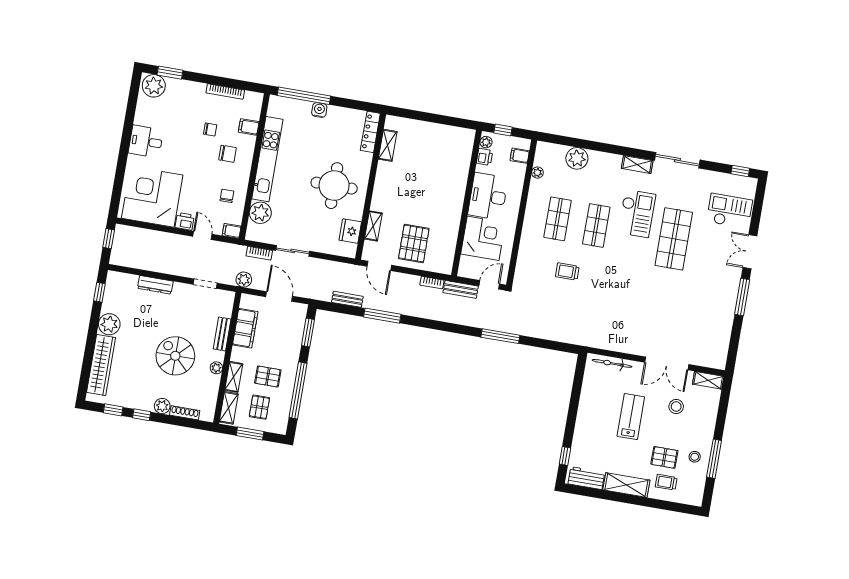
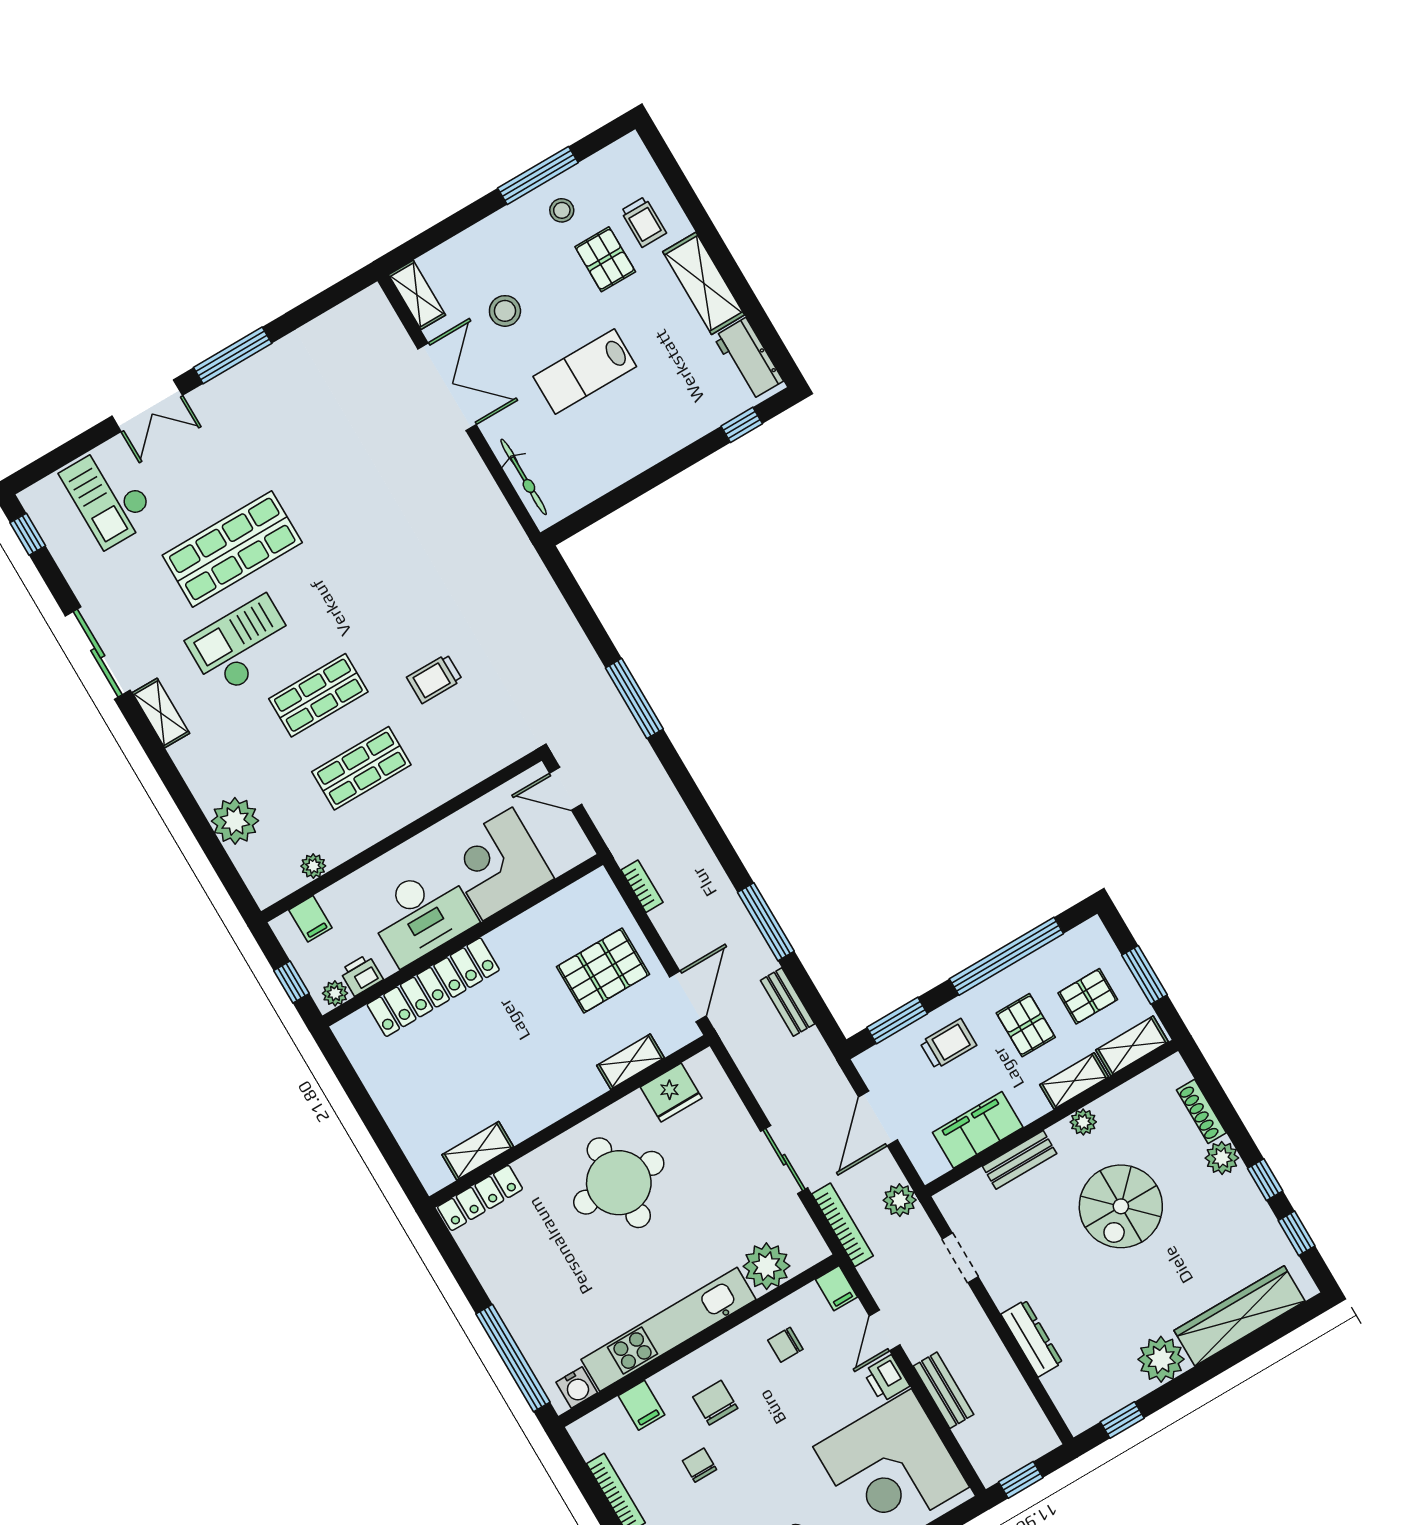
water cooler: (319, 110) -> (577, 1387), moved, turned -90
locker: (459, 179) -> (433, 987), added
bookcase: (259, 253) -> (842, 1225), width x1.56
trolley: (567, 271) -> (435, 679), turned 90
bench: (461, 289) -> (943, 1390), moved
trolley: (284, 344) -> (948, 1044), added

